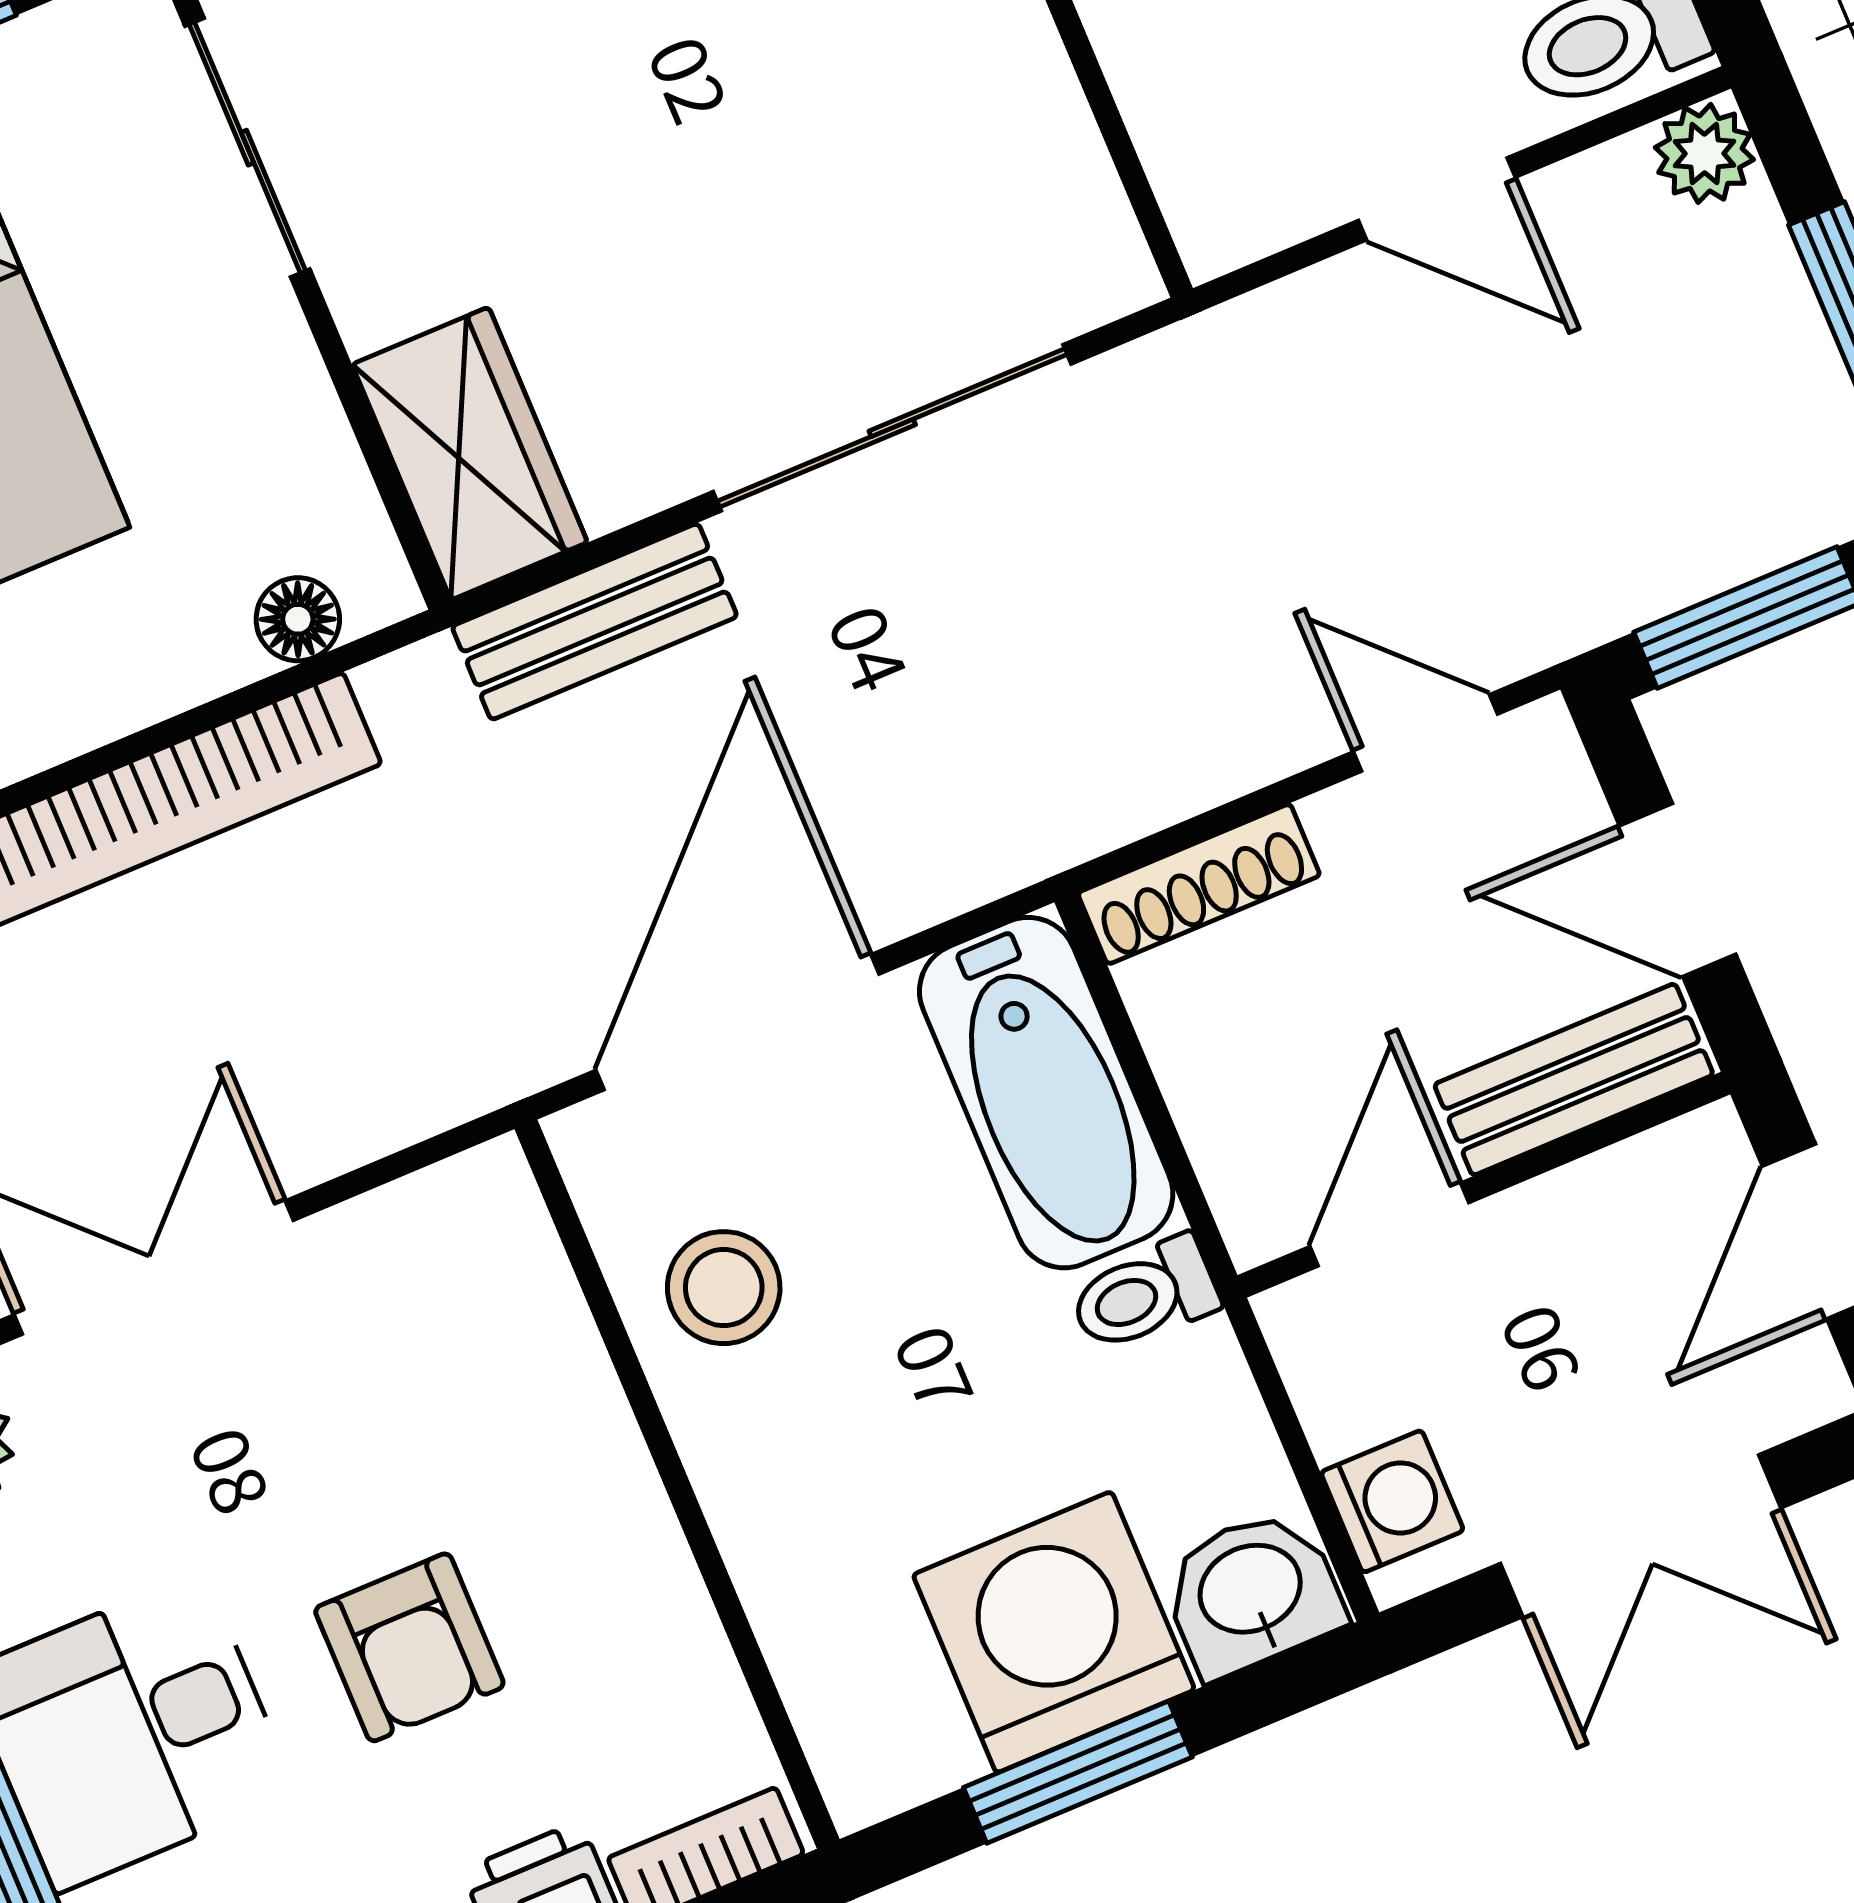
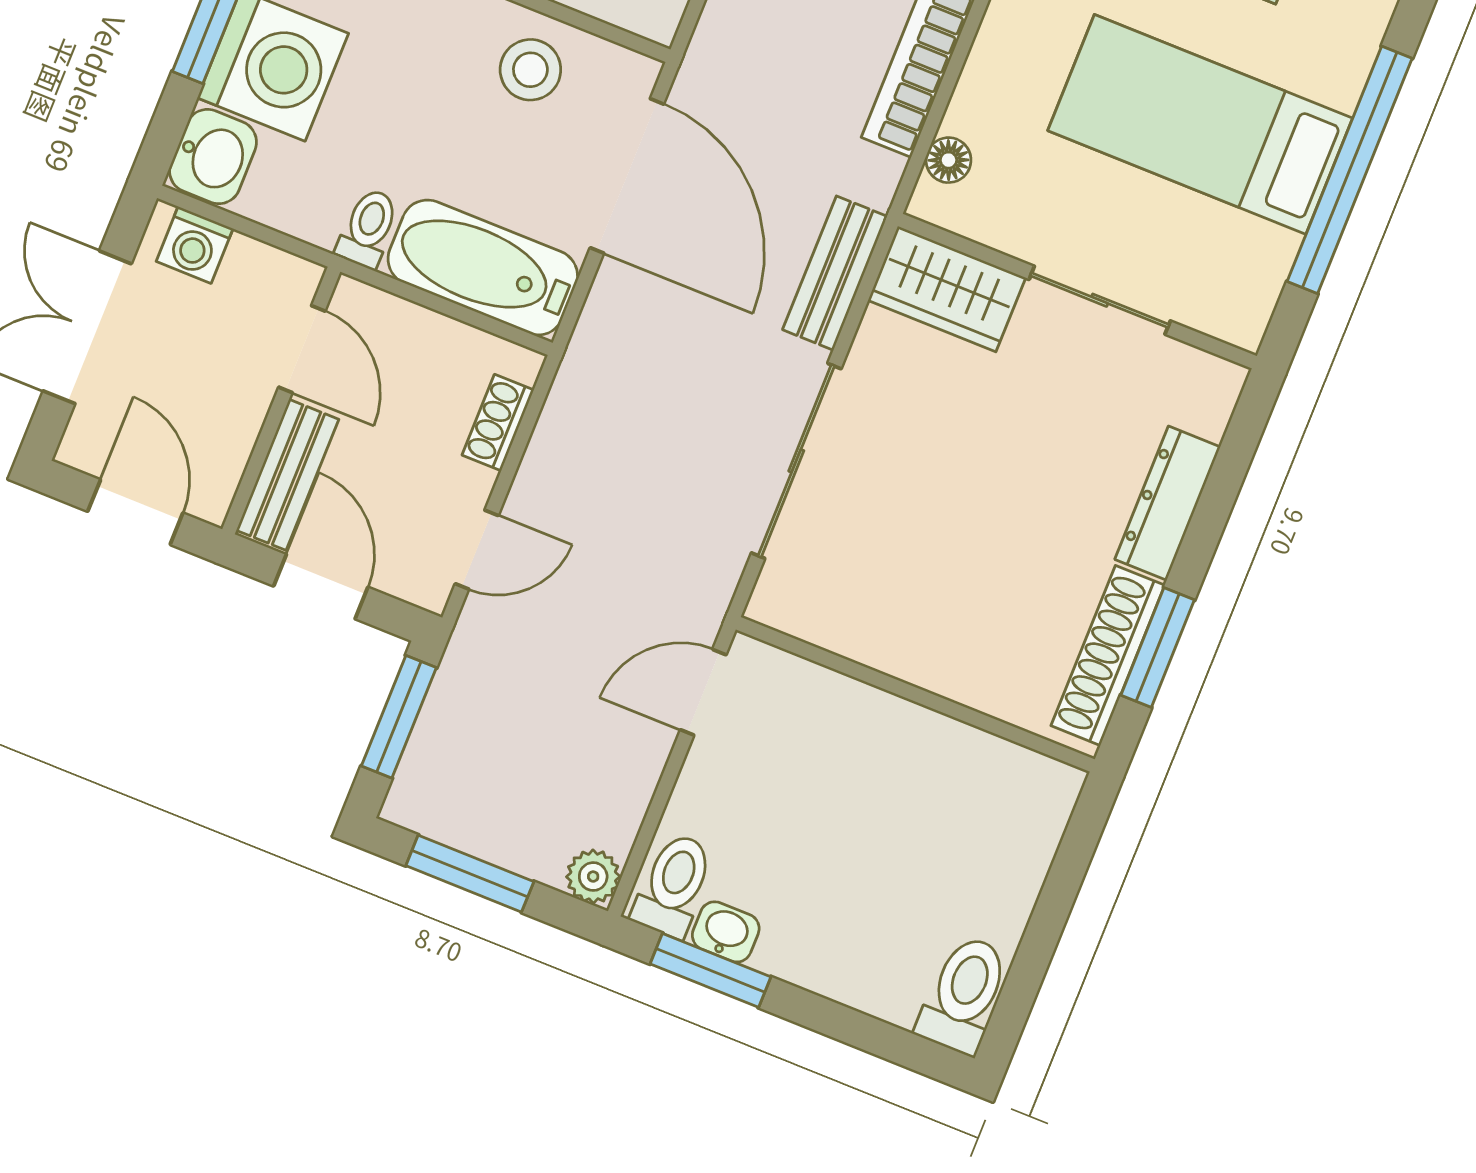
sliding door: (247, 148) -> (1100, 300), moved
door: (1437, 199) -> (703, 692), moved
shoe rack: (1199, 884) -> (498, 423), width x0.70
door: (1678, 890) -> (321, 587), hinge flipped

